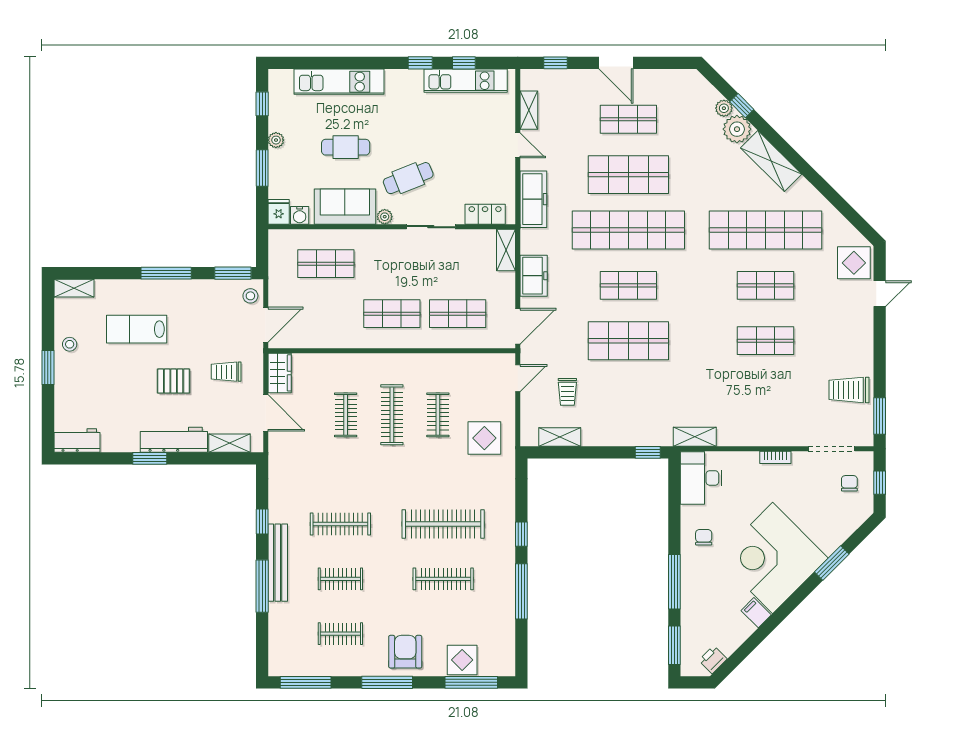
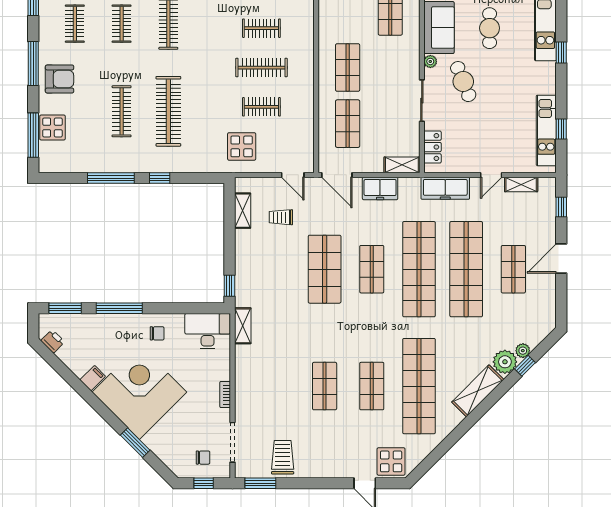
window: (420, 63) -> (561, 52), moved
shop shelf: (628, 175) -> (466, 269), width x1.40

